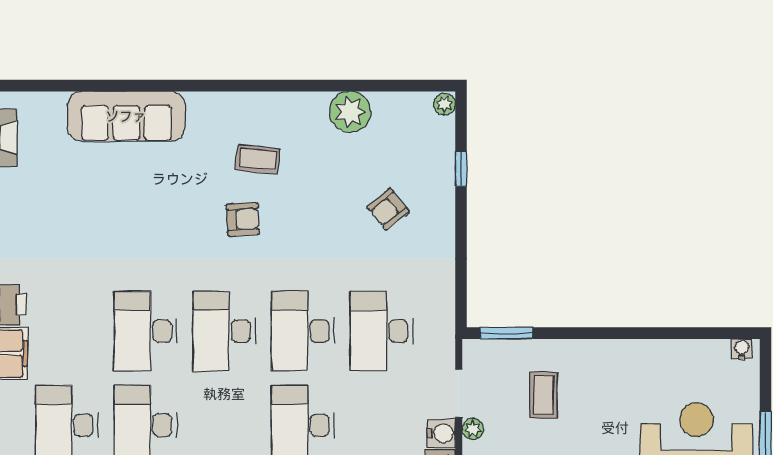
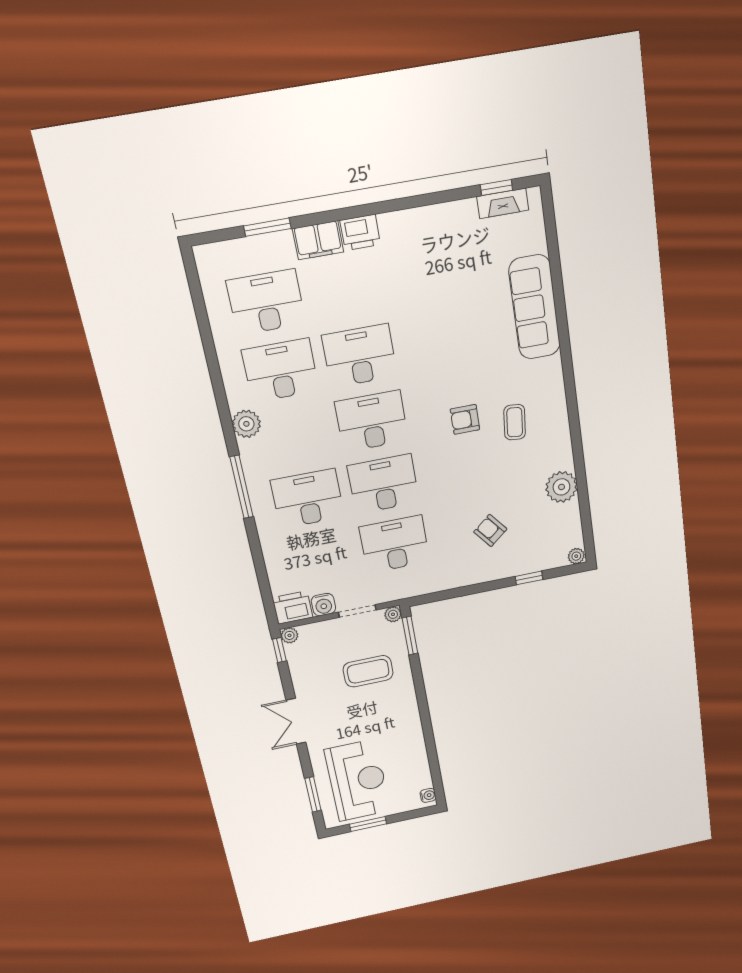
armchair: (243, 219) -> (465, 419), turned 93
coffee table: (543, 395) -> (368, 671), width x1.36, depth x1.30
plant: (473, 429) -> (393, 614), moved

